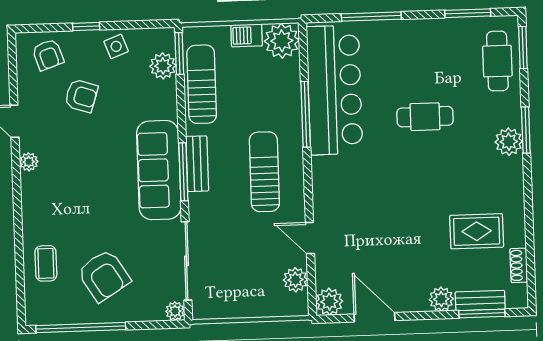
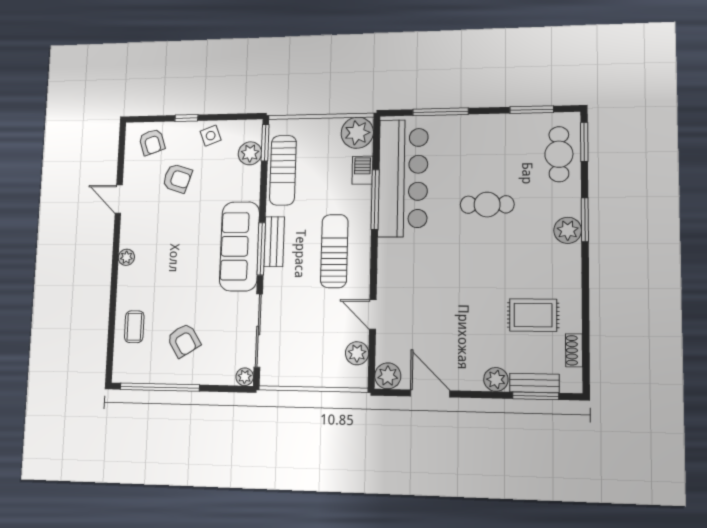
barbecue: (247, 35) -> (362, 170), moved, turned 90
sun lounger: (202, 84) -> (283, 170), turned 180
plant: (29, 162) -> (126, 257), moved
armchair: (104, 276) -> (184, 340), width x0.72, depth x0.72

